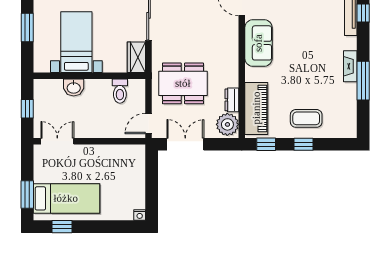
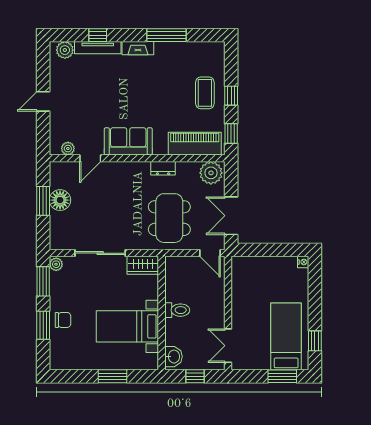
fireplace: (350, 66) -> (138, 48), moved
washbasin: (74, 88) -> (173, 357), moved
toilet: (120, 91) -> (177, 310), moved
dresser: (232, 100) -> (163, 168), moved

